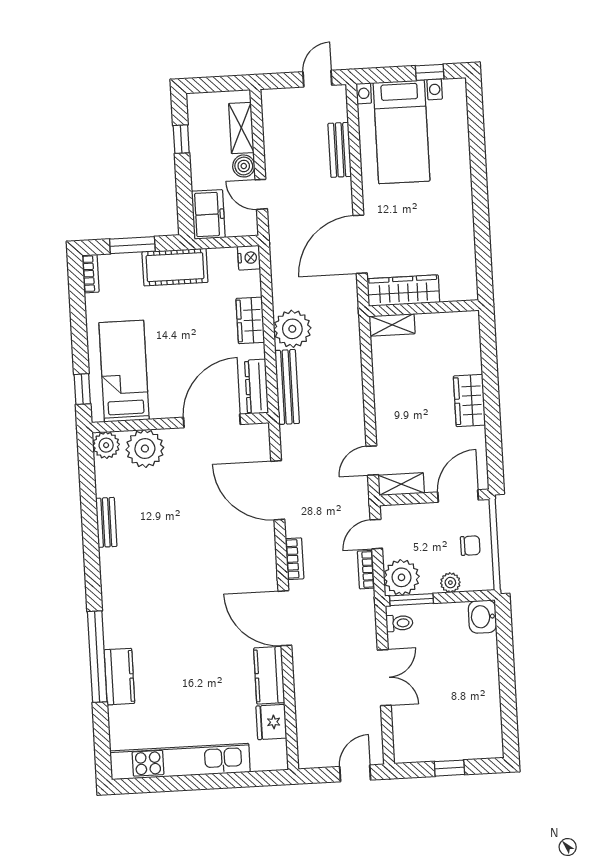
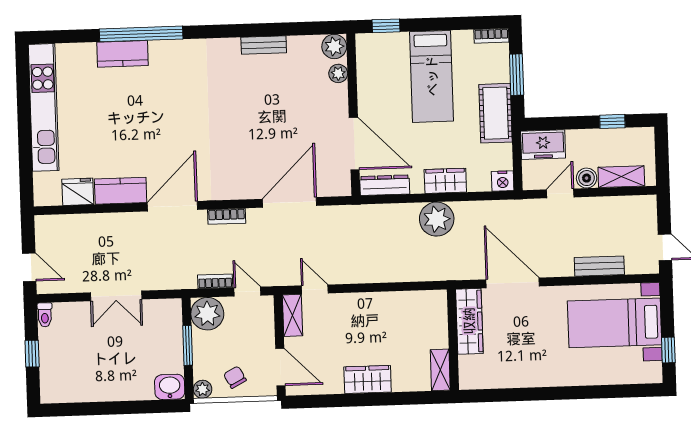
shelving: (392, 325) -> (440, 370), moved
bed: (124, 371) -> (432, 76), moved, turned 90
bench: (287, 387) -> (384, 213), removed
plant: (145, 449) -> (338, 73), width x0.53, depth x0.53
chair: (470, 546) -> (235, 377), turned 152
plant: (450, 583) -> (203, 389), moved
window: (412, 600) -> (188, 345), moved
toilet: (399, 623) -> (45, 315), moved

